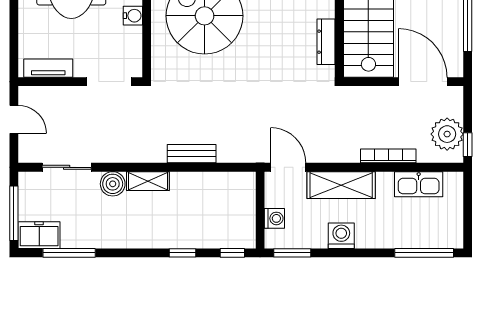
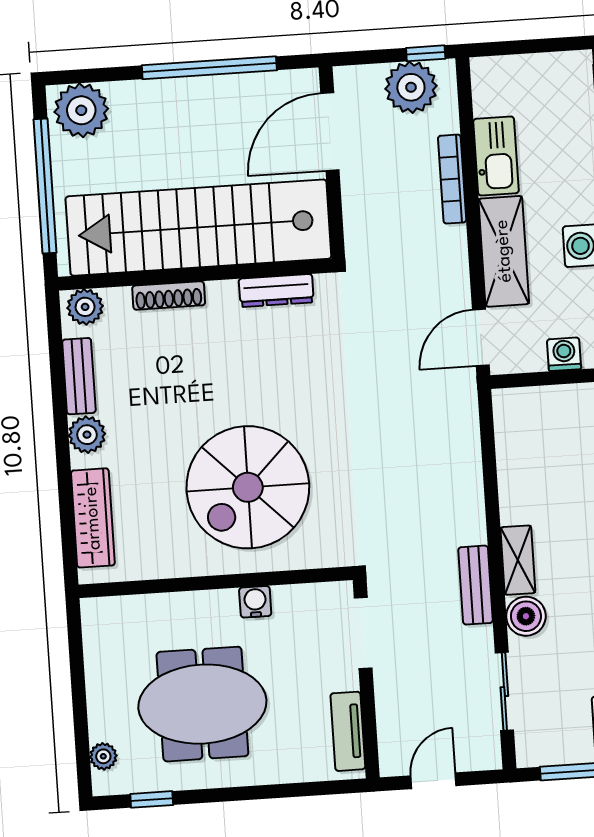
bench: (192, 154) -> (476, 585), moved
kitchen sink: (419, 184) -> (496, 156), moved

